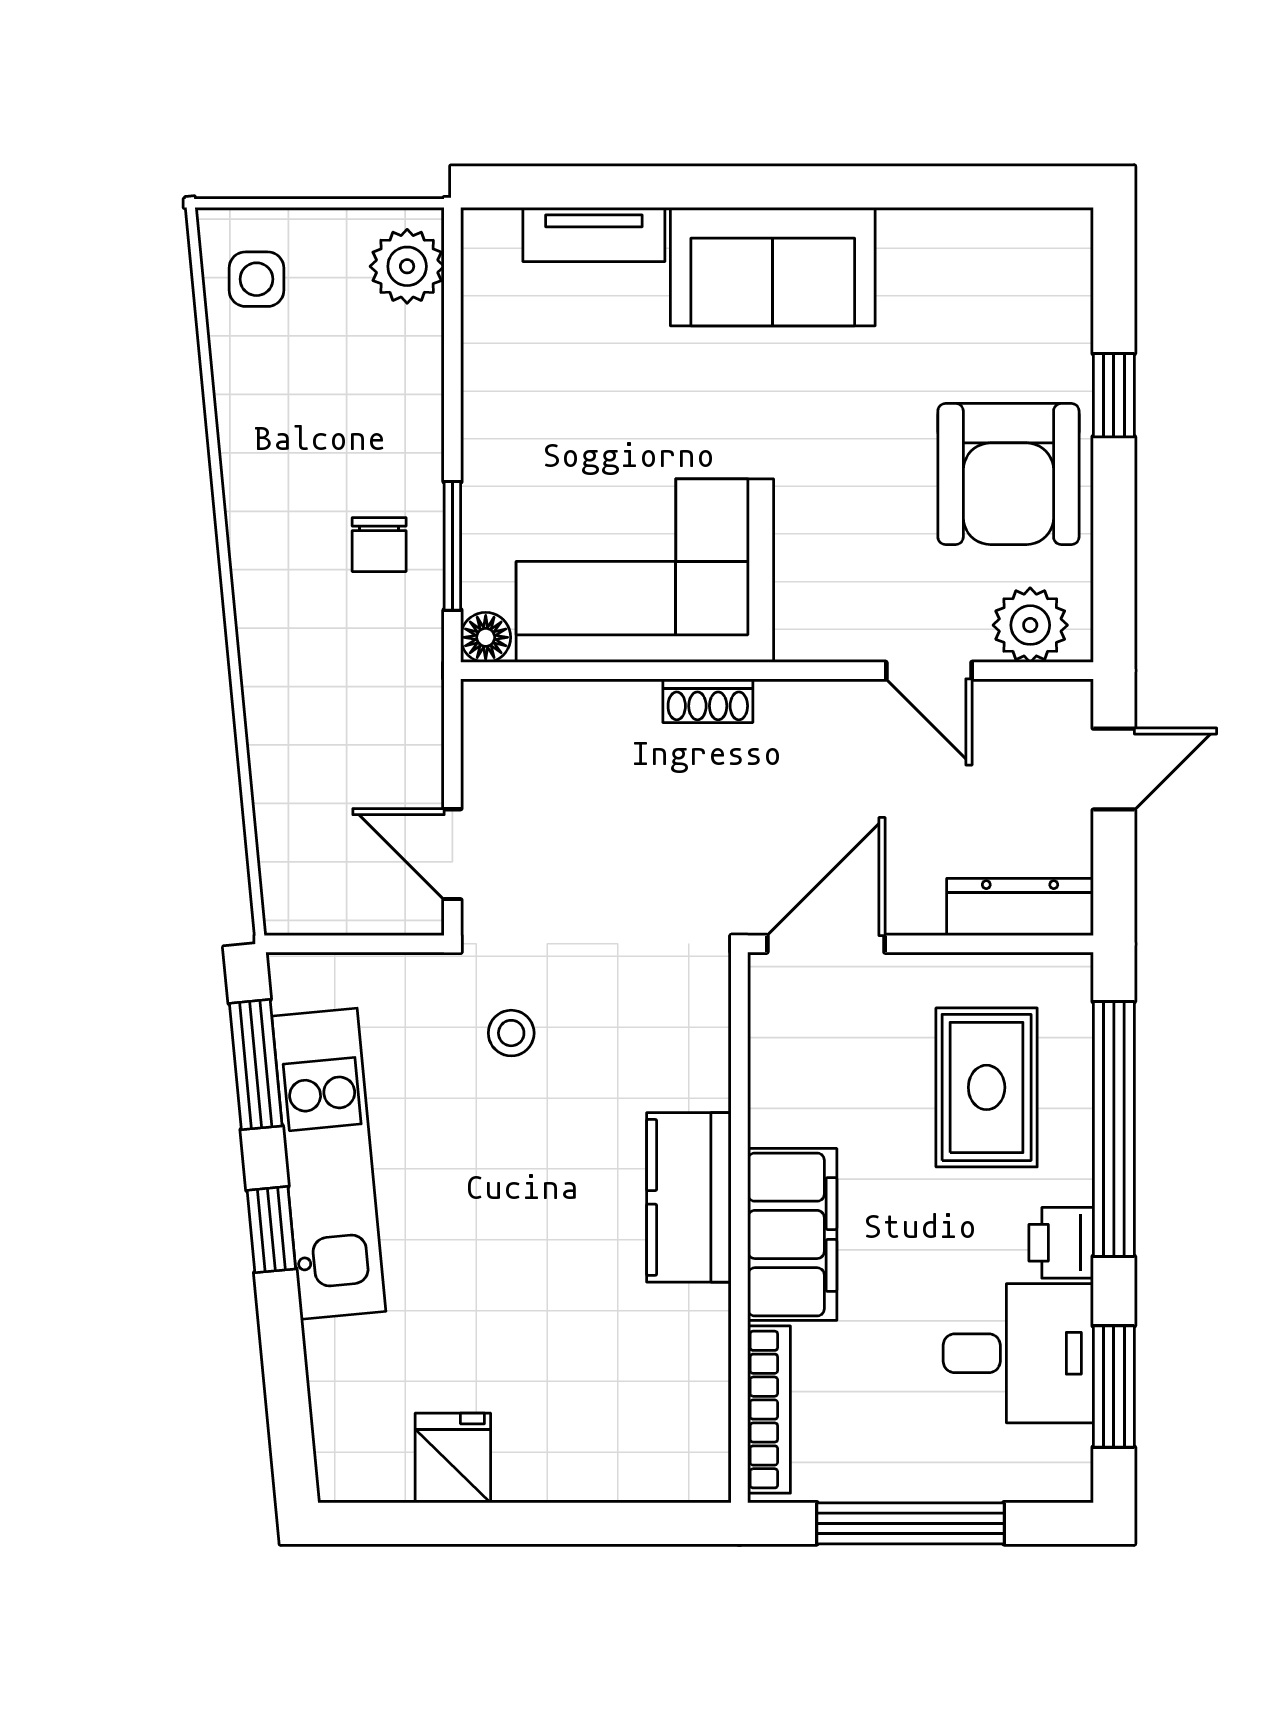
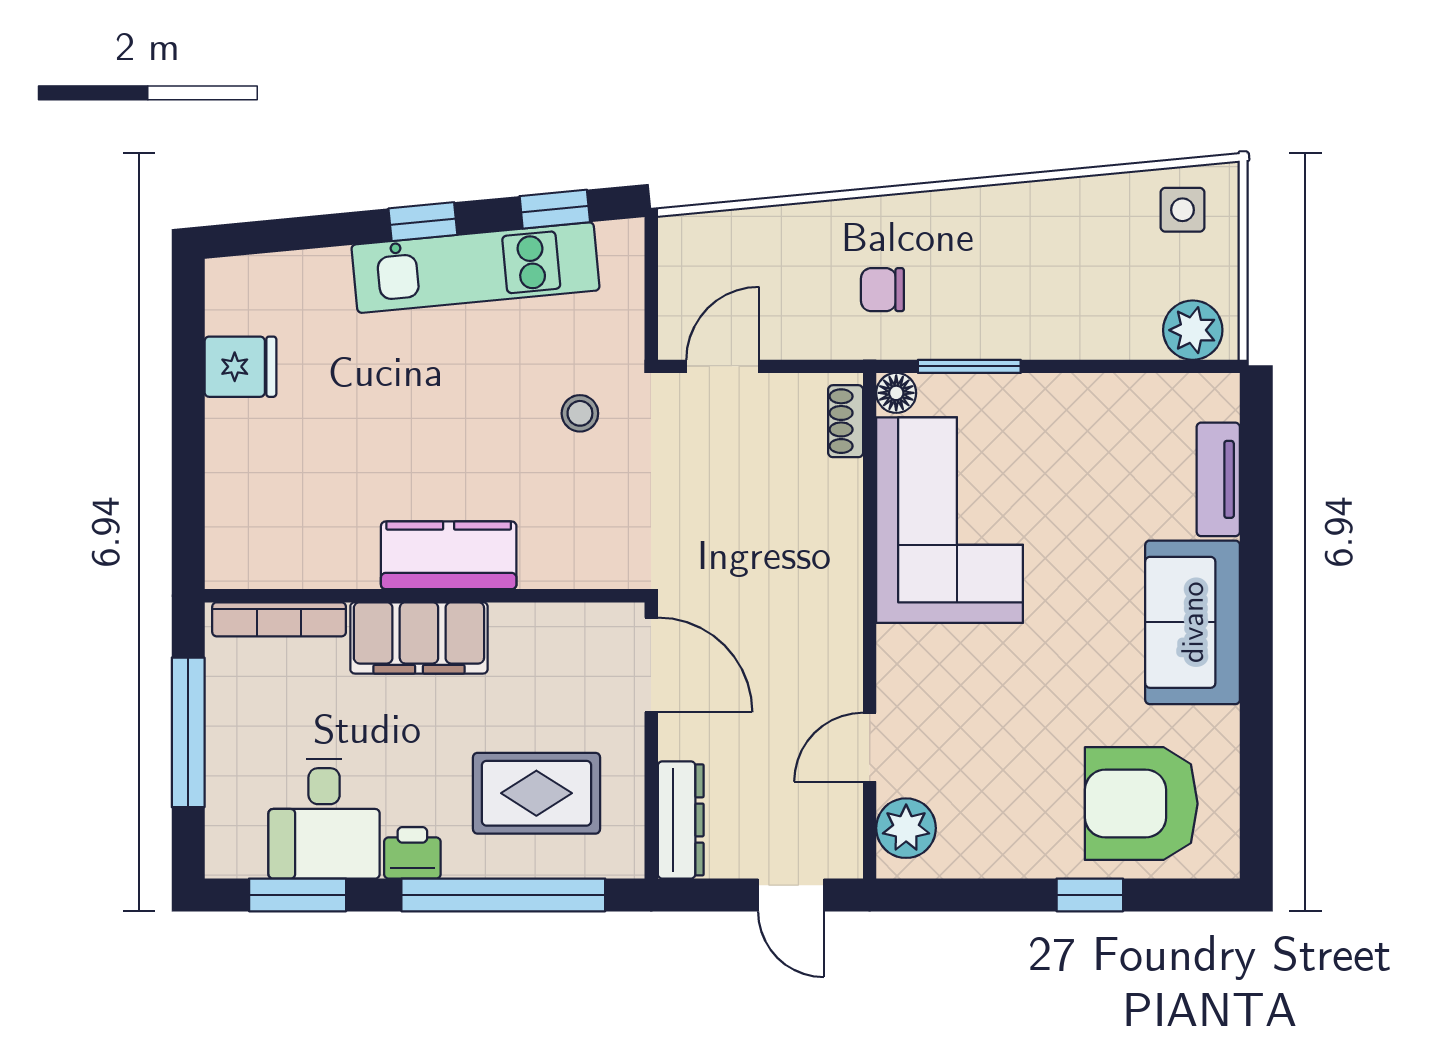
armchair: (1008, 474) -> (1141, 804), moved
chair: (379, 545) -> (882, 290), moved
shoe rack: (708, 701) -> (846, 421), moved
window: (256, 1065) -> (555, 209), width x0.67

